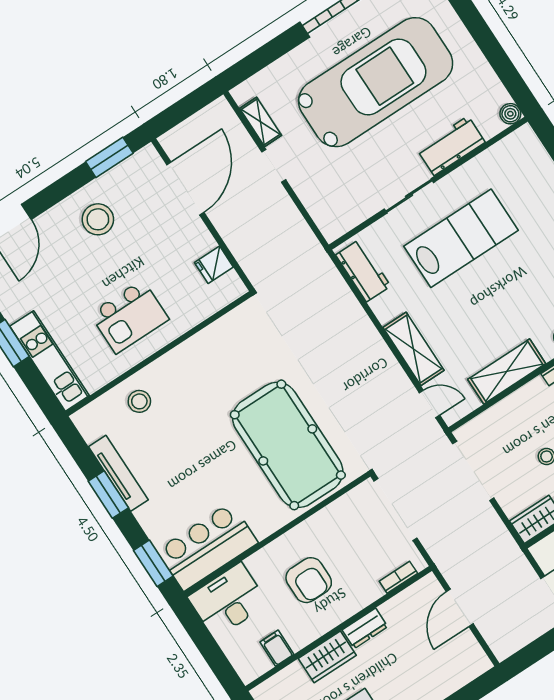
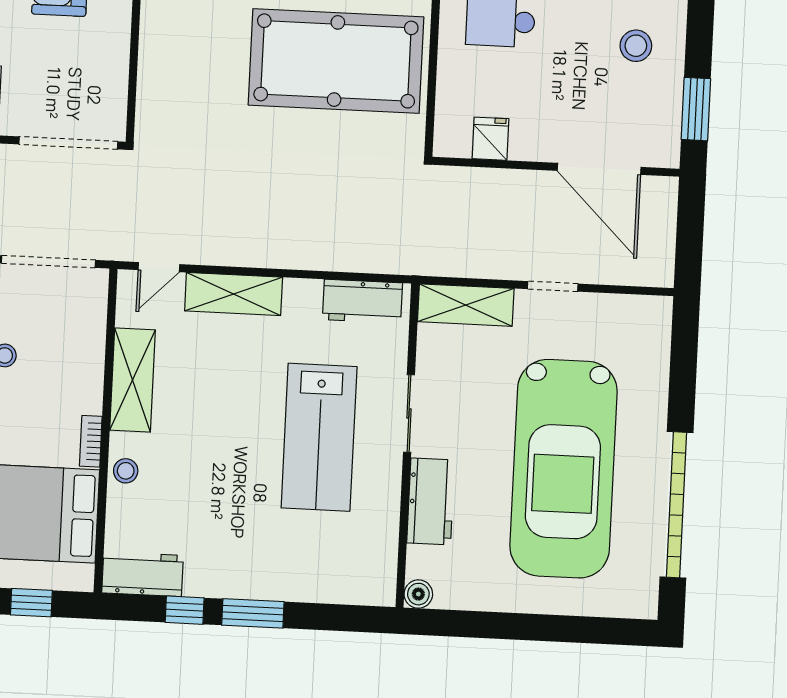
shelving: (261, 122) -> (466, 305), moved, width x1.50, depth x1.33
stool: (98, 219) -> (636, 46), width x0.73, depth x0.73
pool table: (288, 445) -> (336, 61), moved

